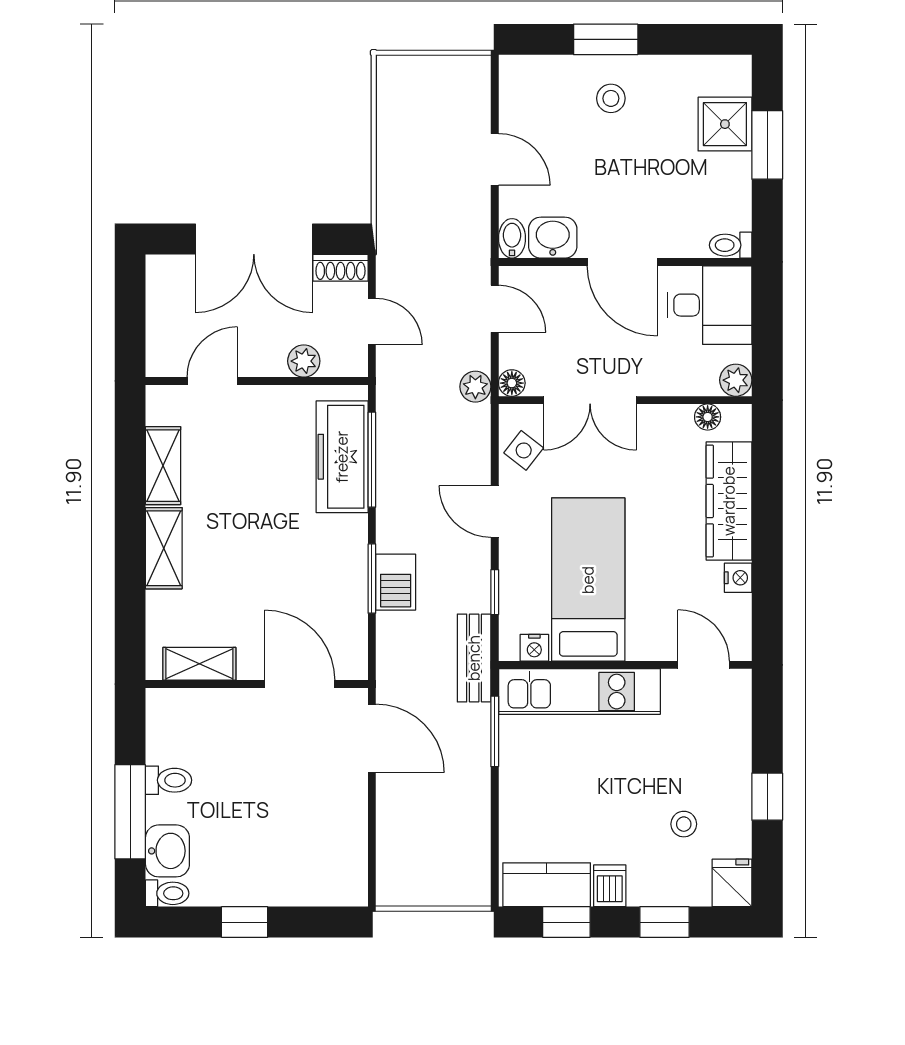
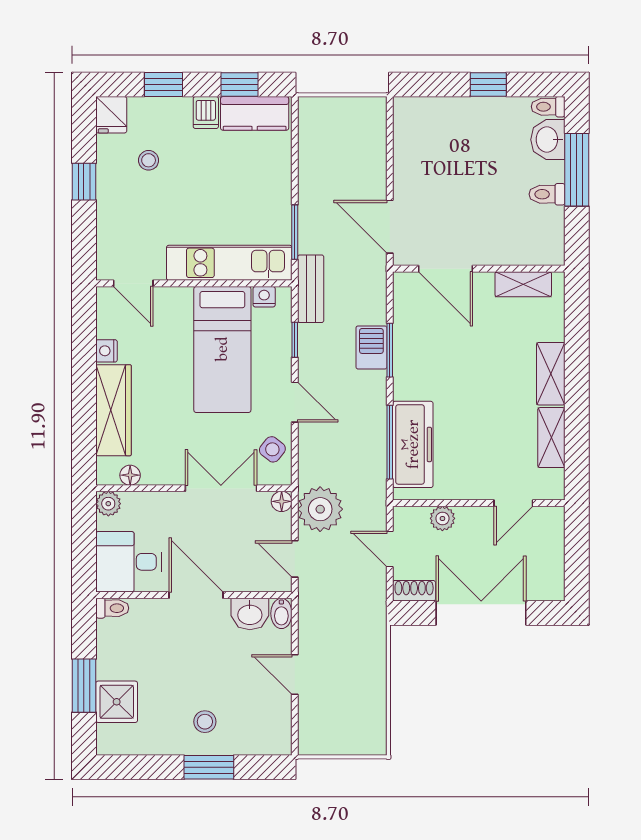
plant: (475, 387) -> (320, 509), width x1.87, depth x1.87

